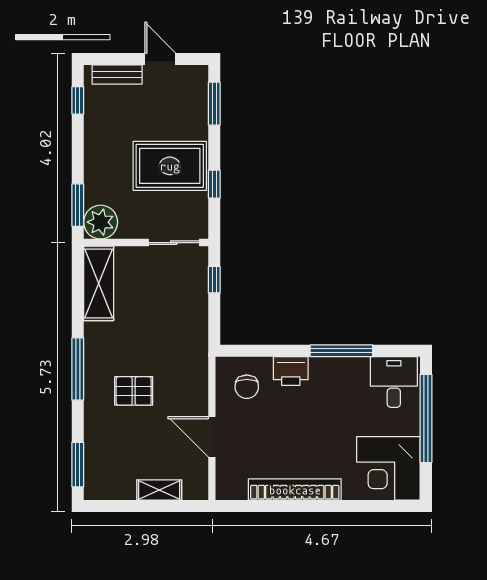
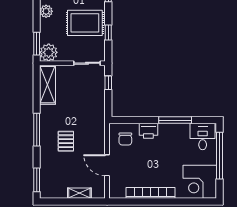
plant: (96, 144) -> (46, 11), added
pallet: (134, 391) -> (66, 141), turned 90

